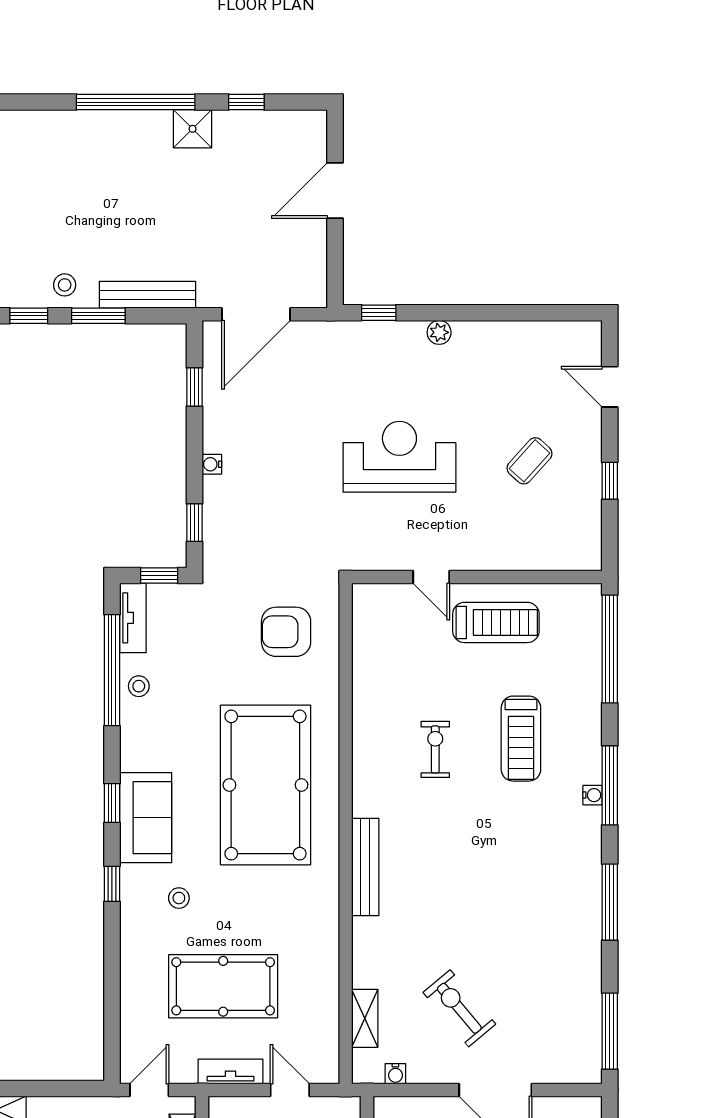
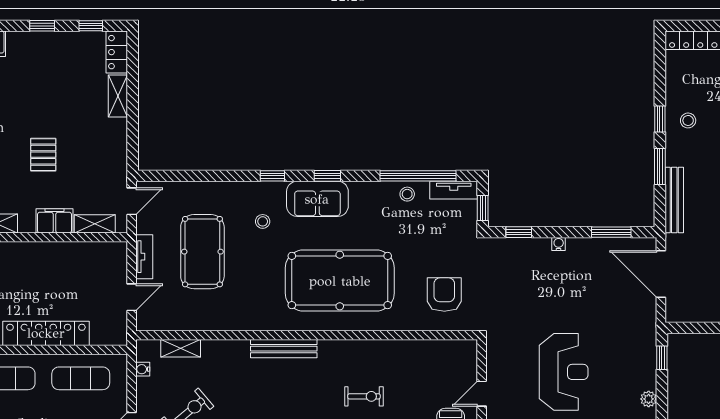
stool: (65, 285) -> (688, 120), moved
window: (194, 387) -> (611, 232), width x1.50
door: (149, 1090) -> (132, 201), hinge flipped

